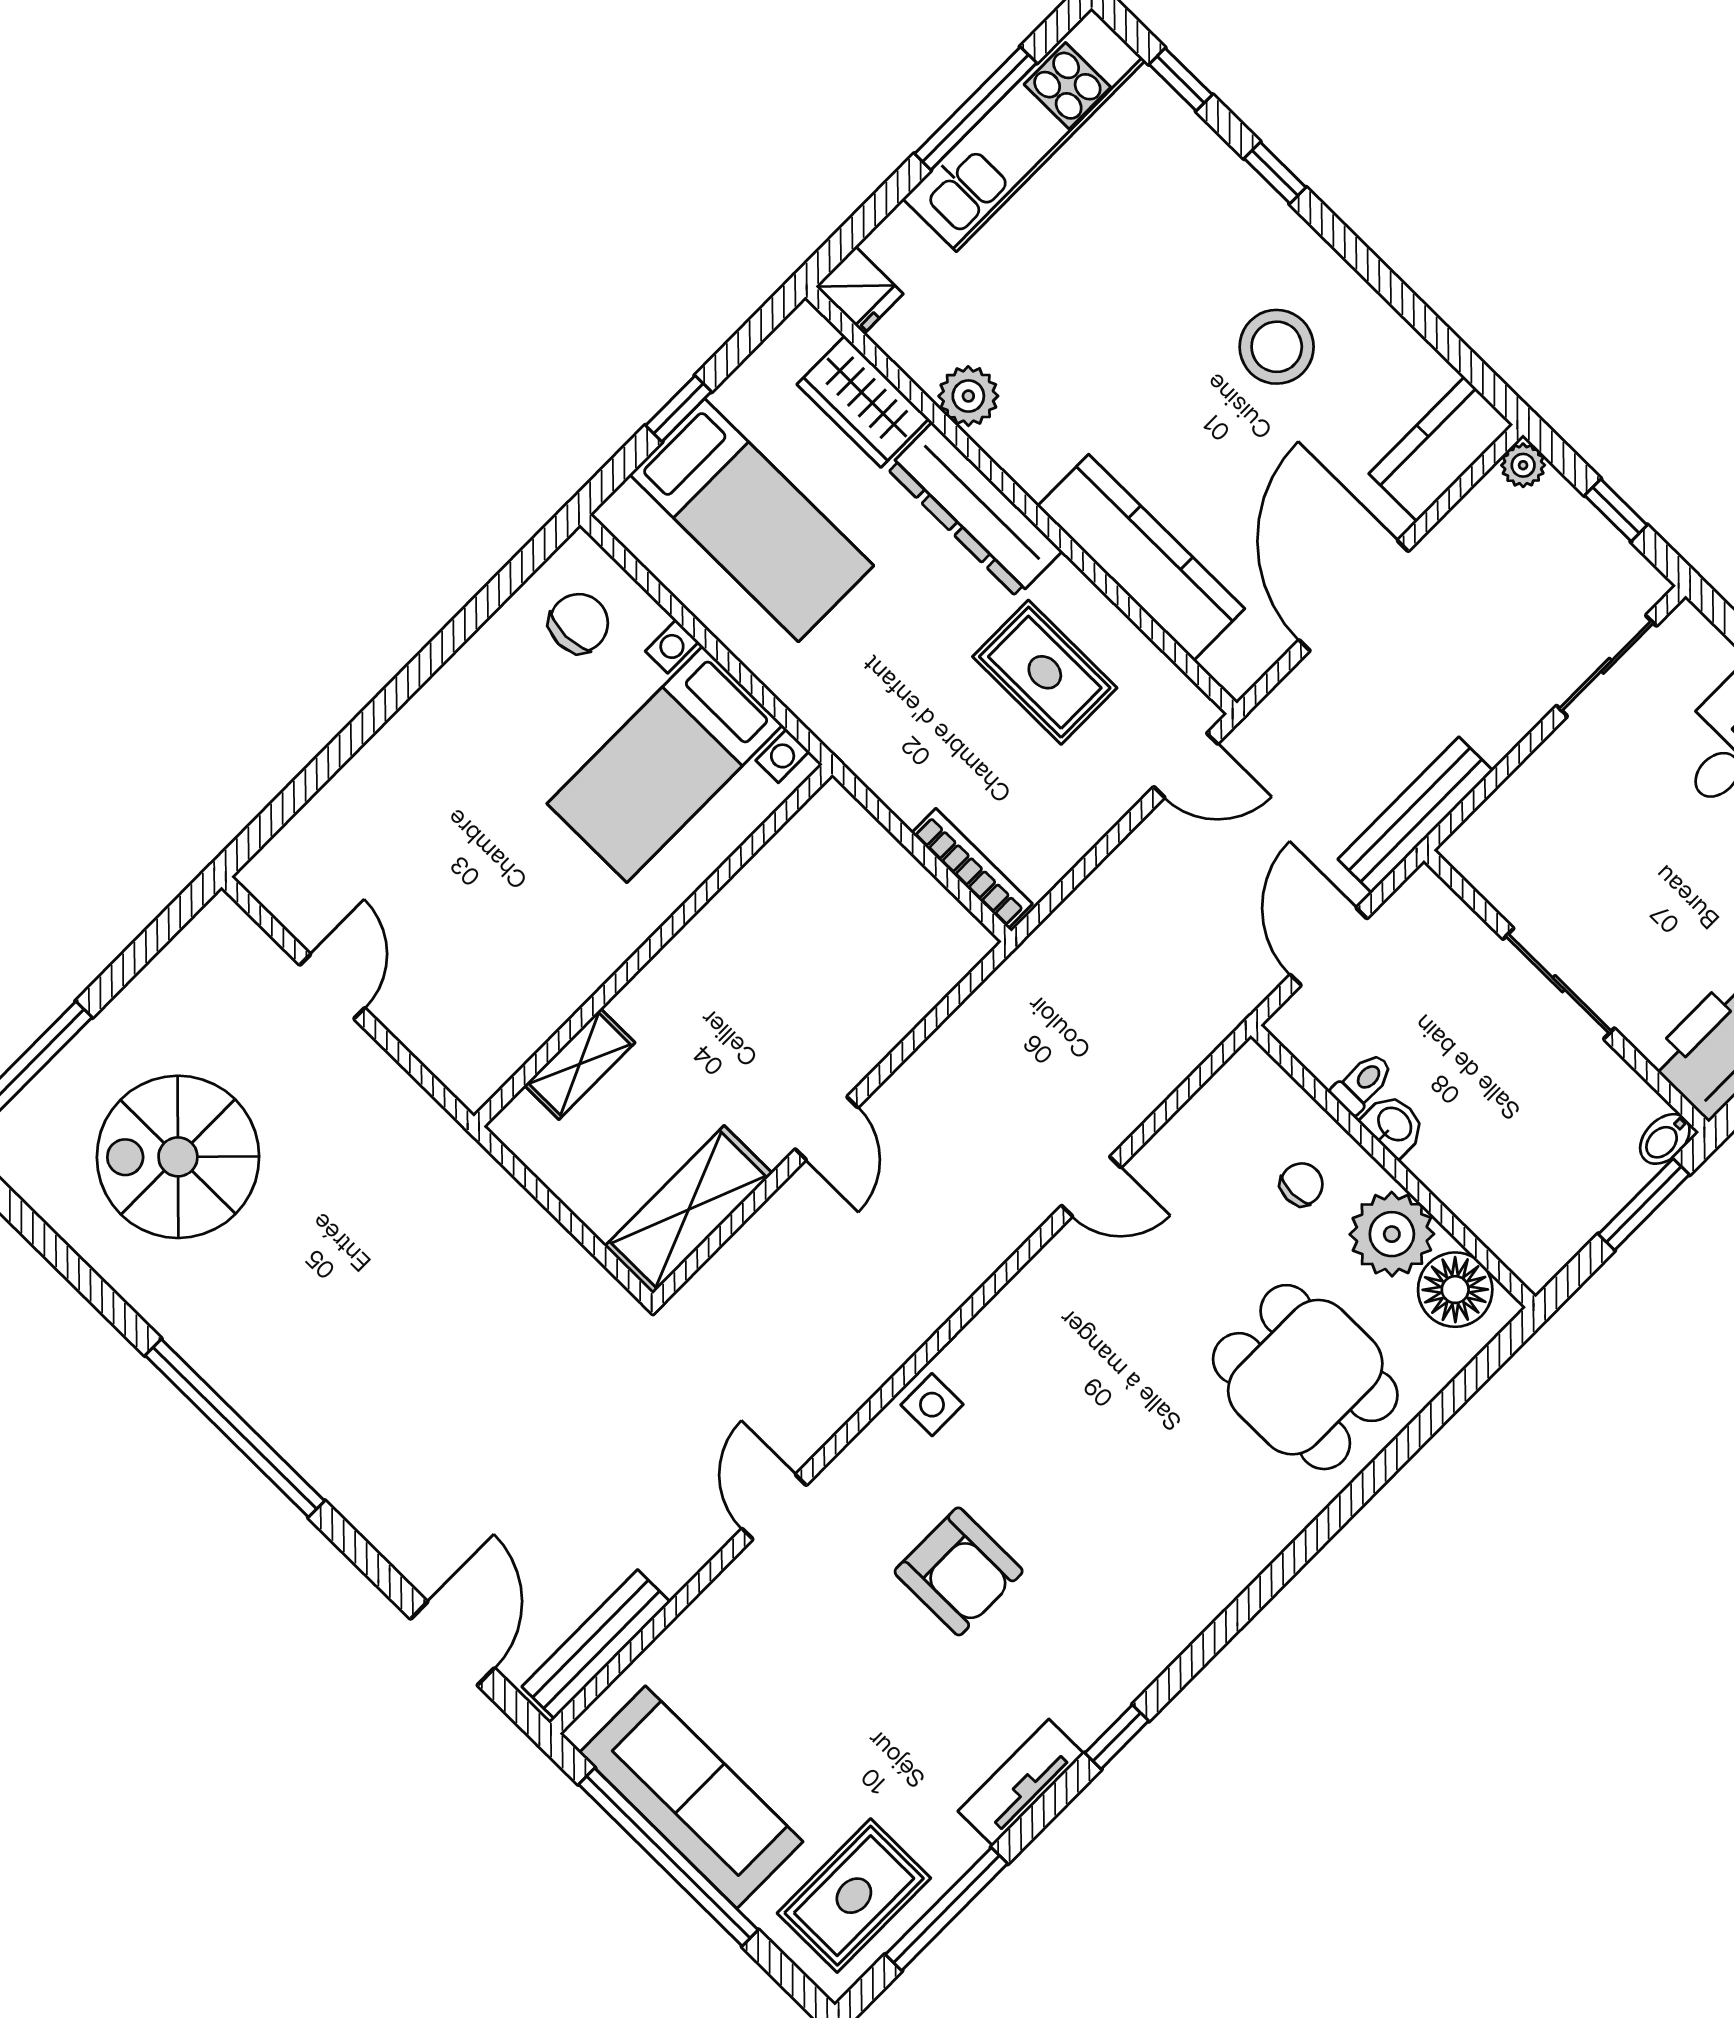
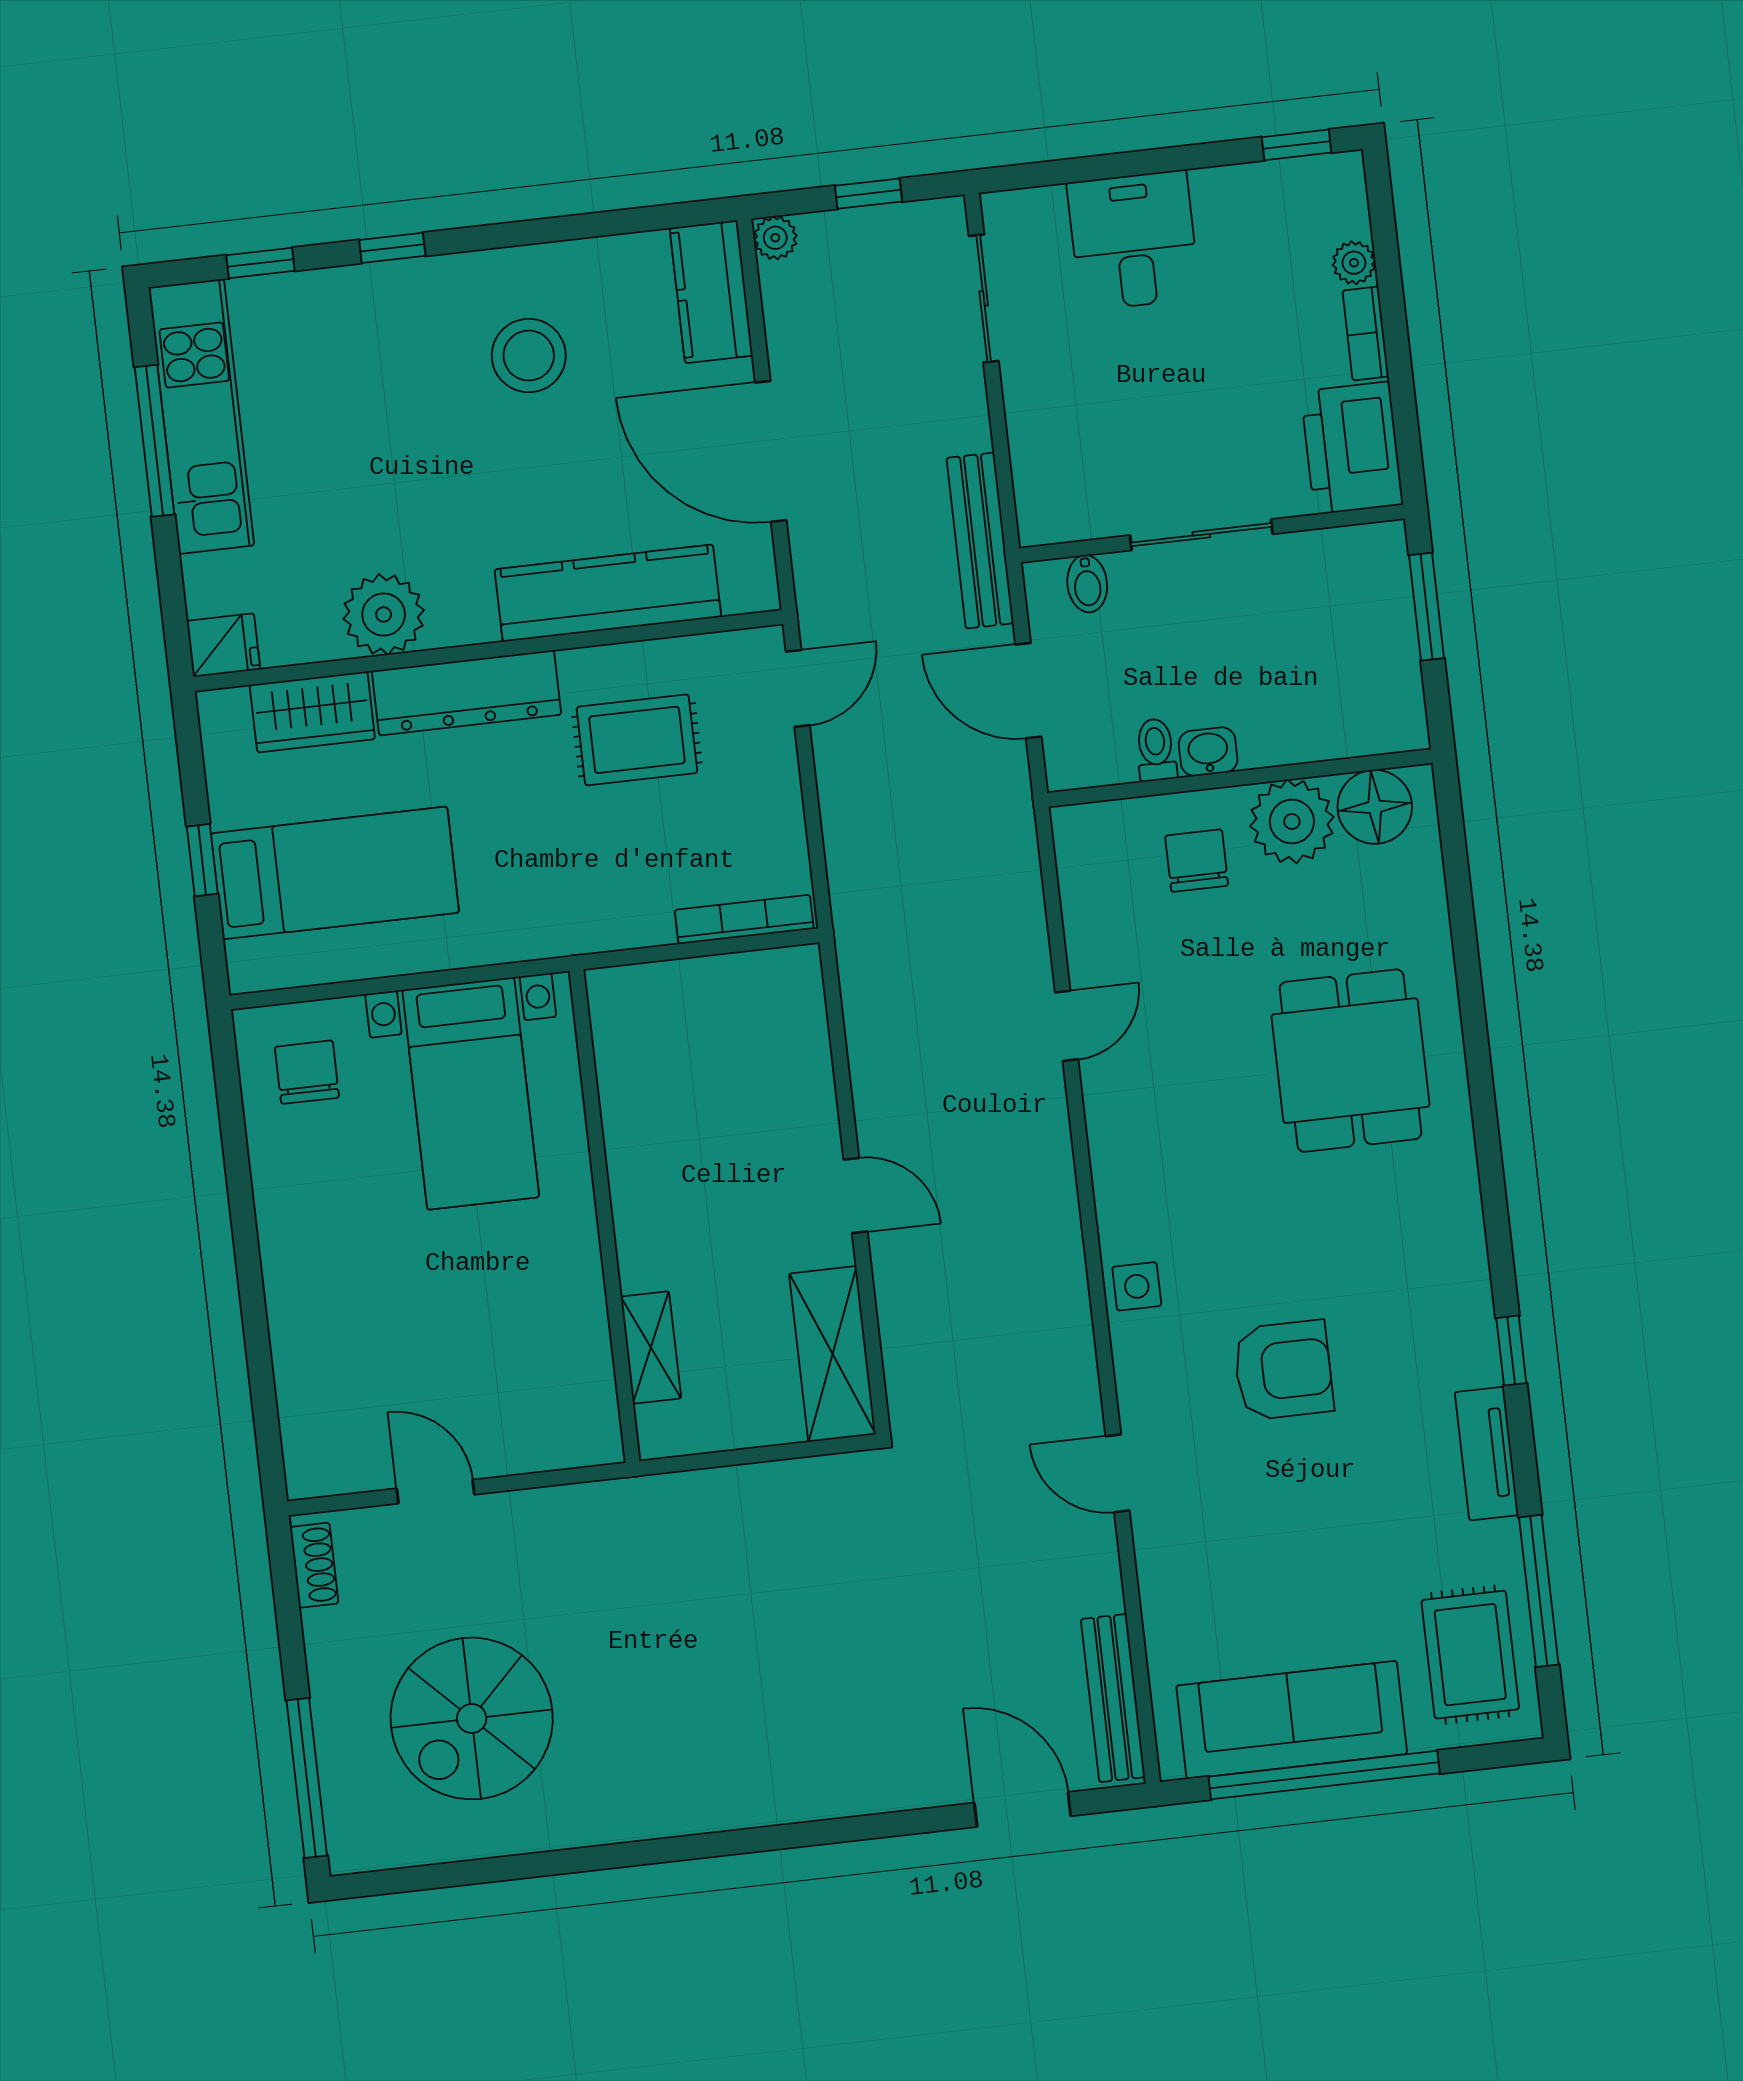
plant: (968, 396) -> (384, 614), width x1.36, depth x1.36
shoe rack: (199, 938) -> (314, 1565), added
bidet: (1665, 1139) -> (1087, 584), moved
chair: (1302, 1184) -> (1197, 861), width x1.37, depth x1.37
dining table: (1305, 1377) -> (1350, 1061), moved, turned 90
window: (235, 1428) -> (719, 1844), removed

